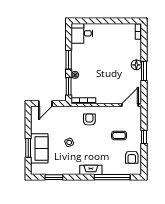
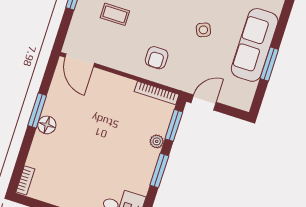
door: (45, 104) -> (204, 102), moved
door: (130, 105) -> (80, 60), hinge flipped
window: (28, 148) -> (269, 64), moved
sofa: (39, 148) -> (255, 45), width x1.36

